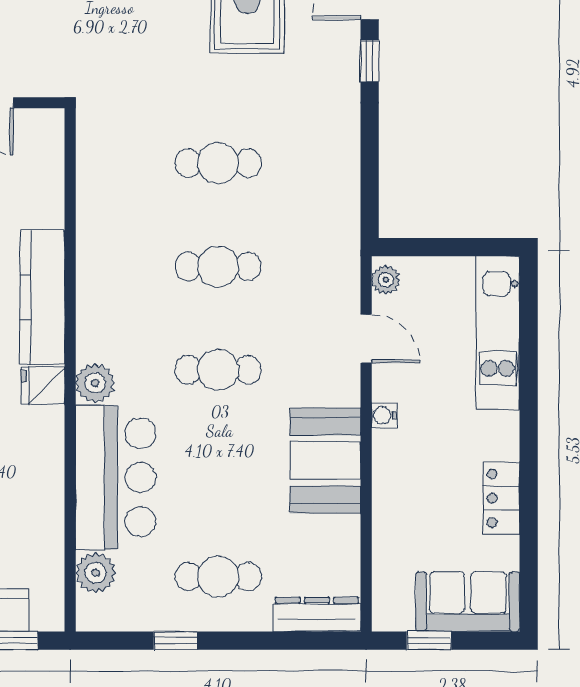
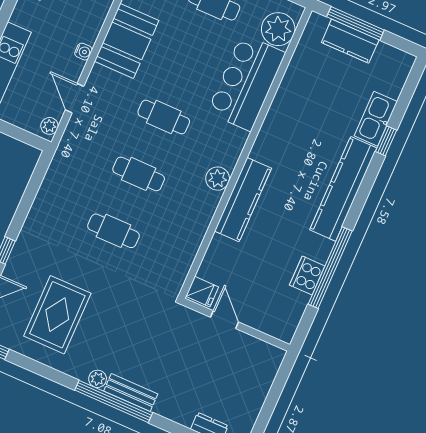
plant: (95, 383) -> (218, 179), moved
fridge: (43, 386) -> (202, 292), moved
plant: (96, 573) -> (278, 29), width x1.36, depth x1.36

